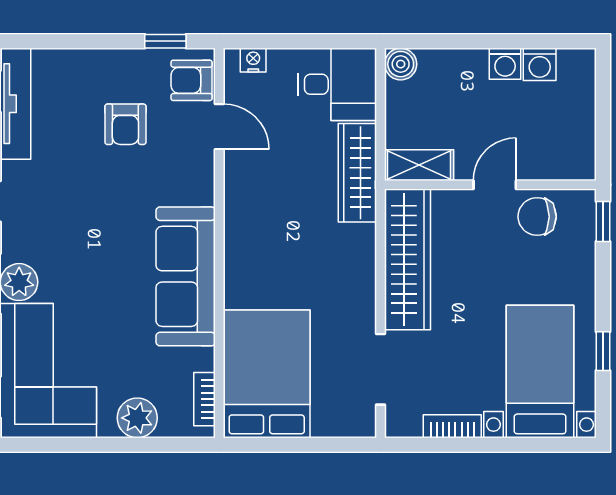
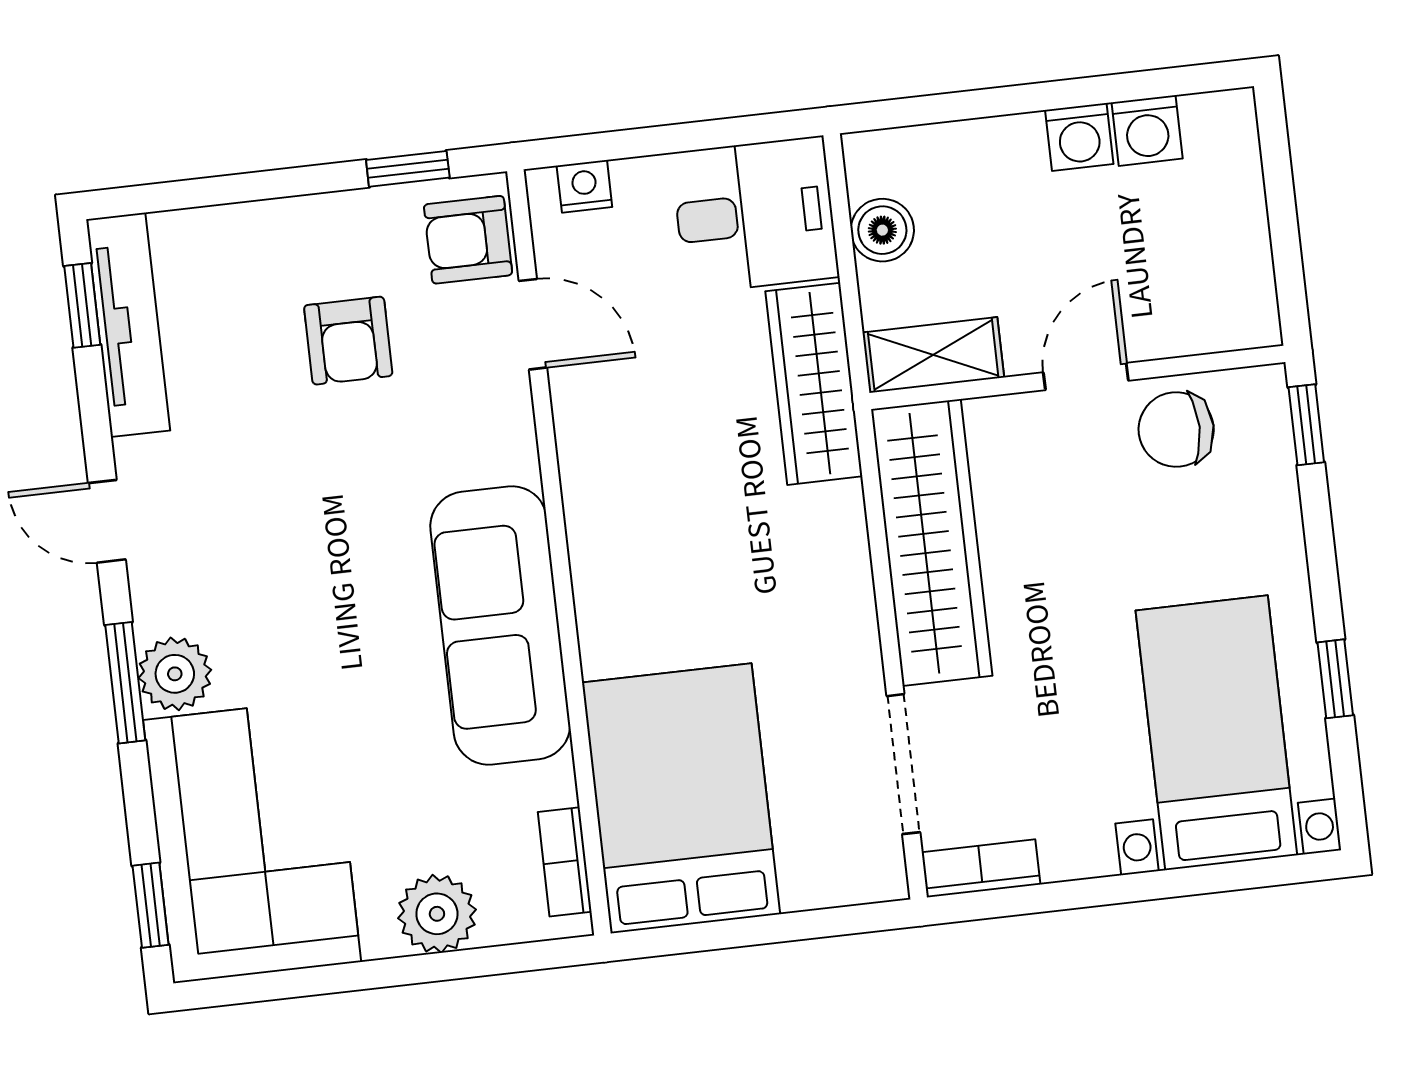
boiler: (401, 64) -> (882, 230), moved
bookcase: (452, 426) -> (981, 868), moved

